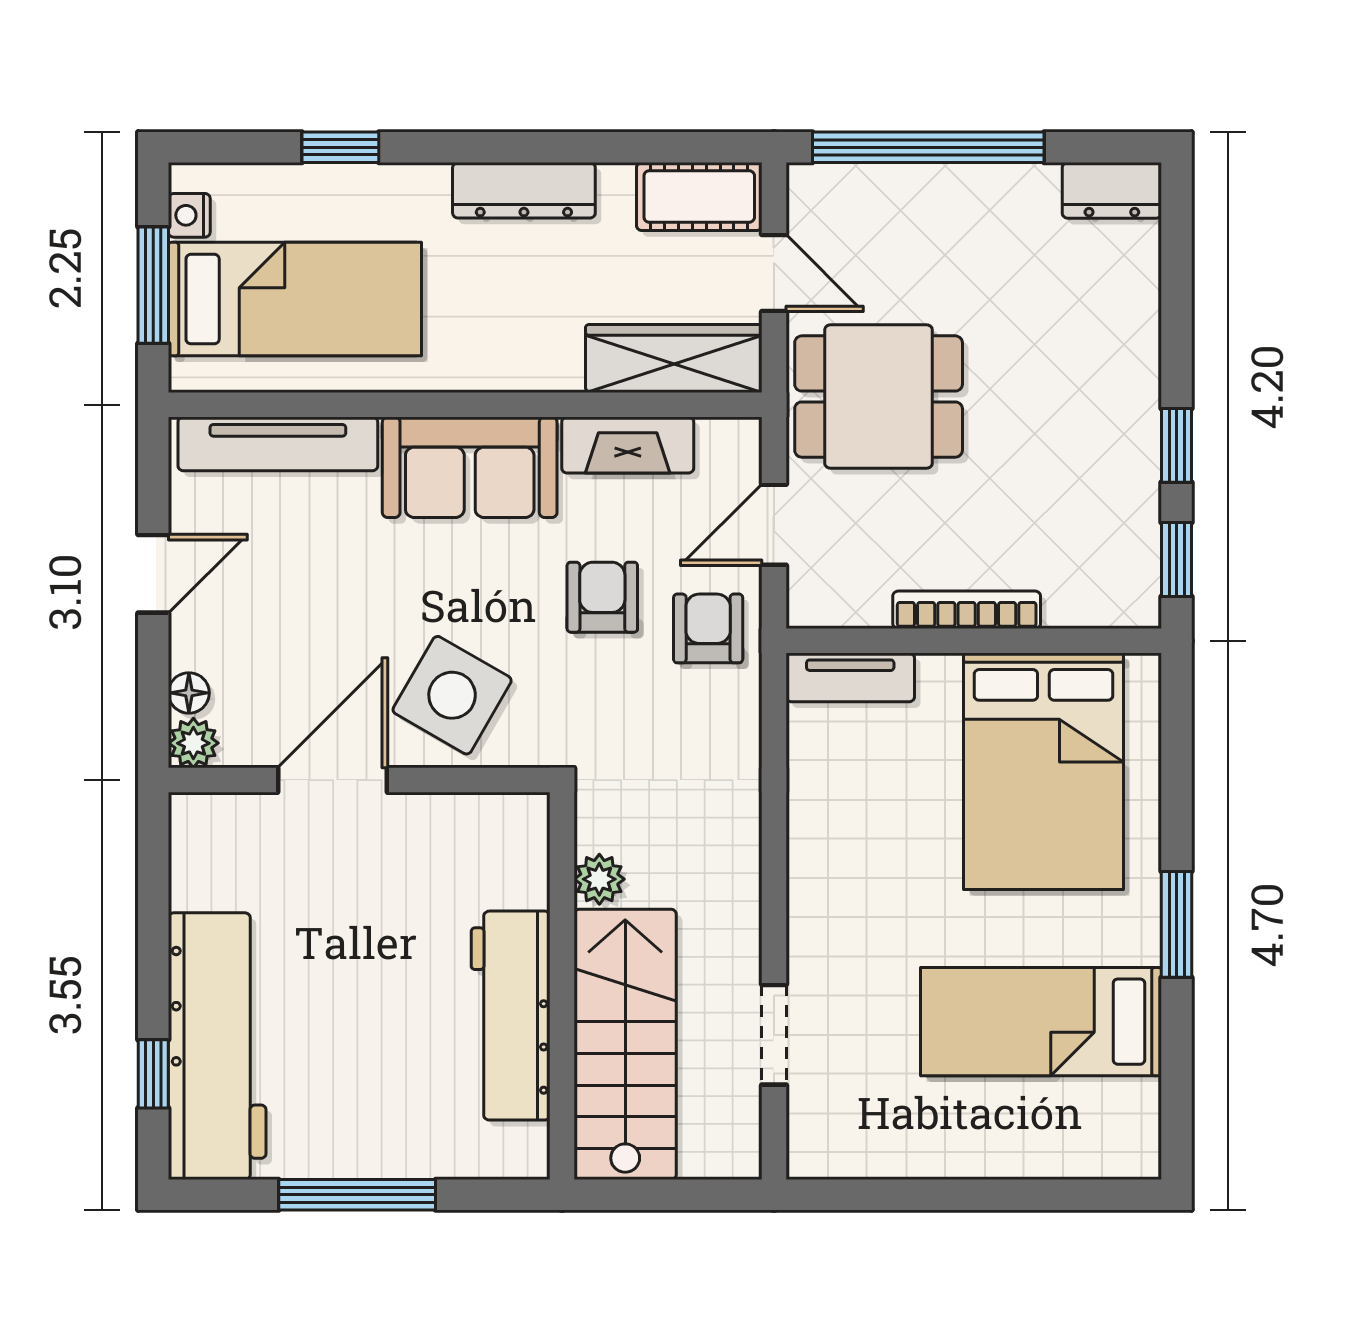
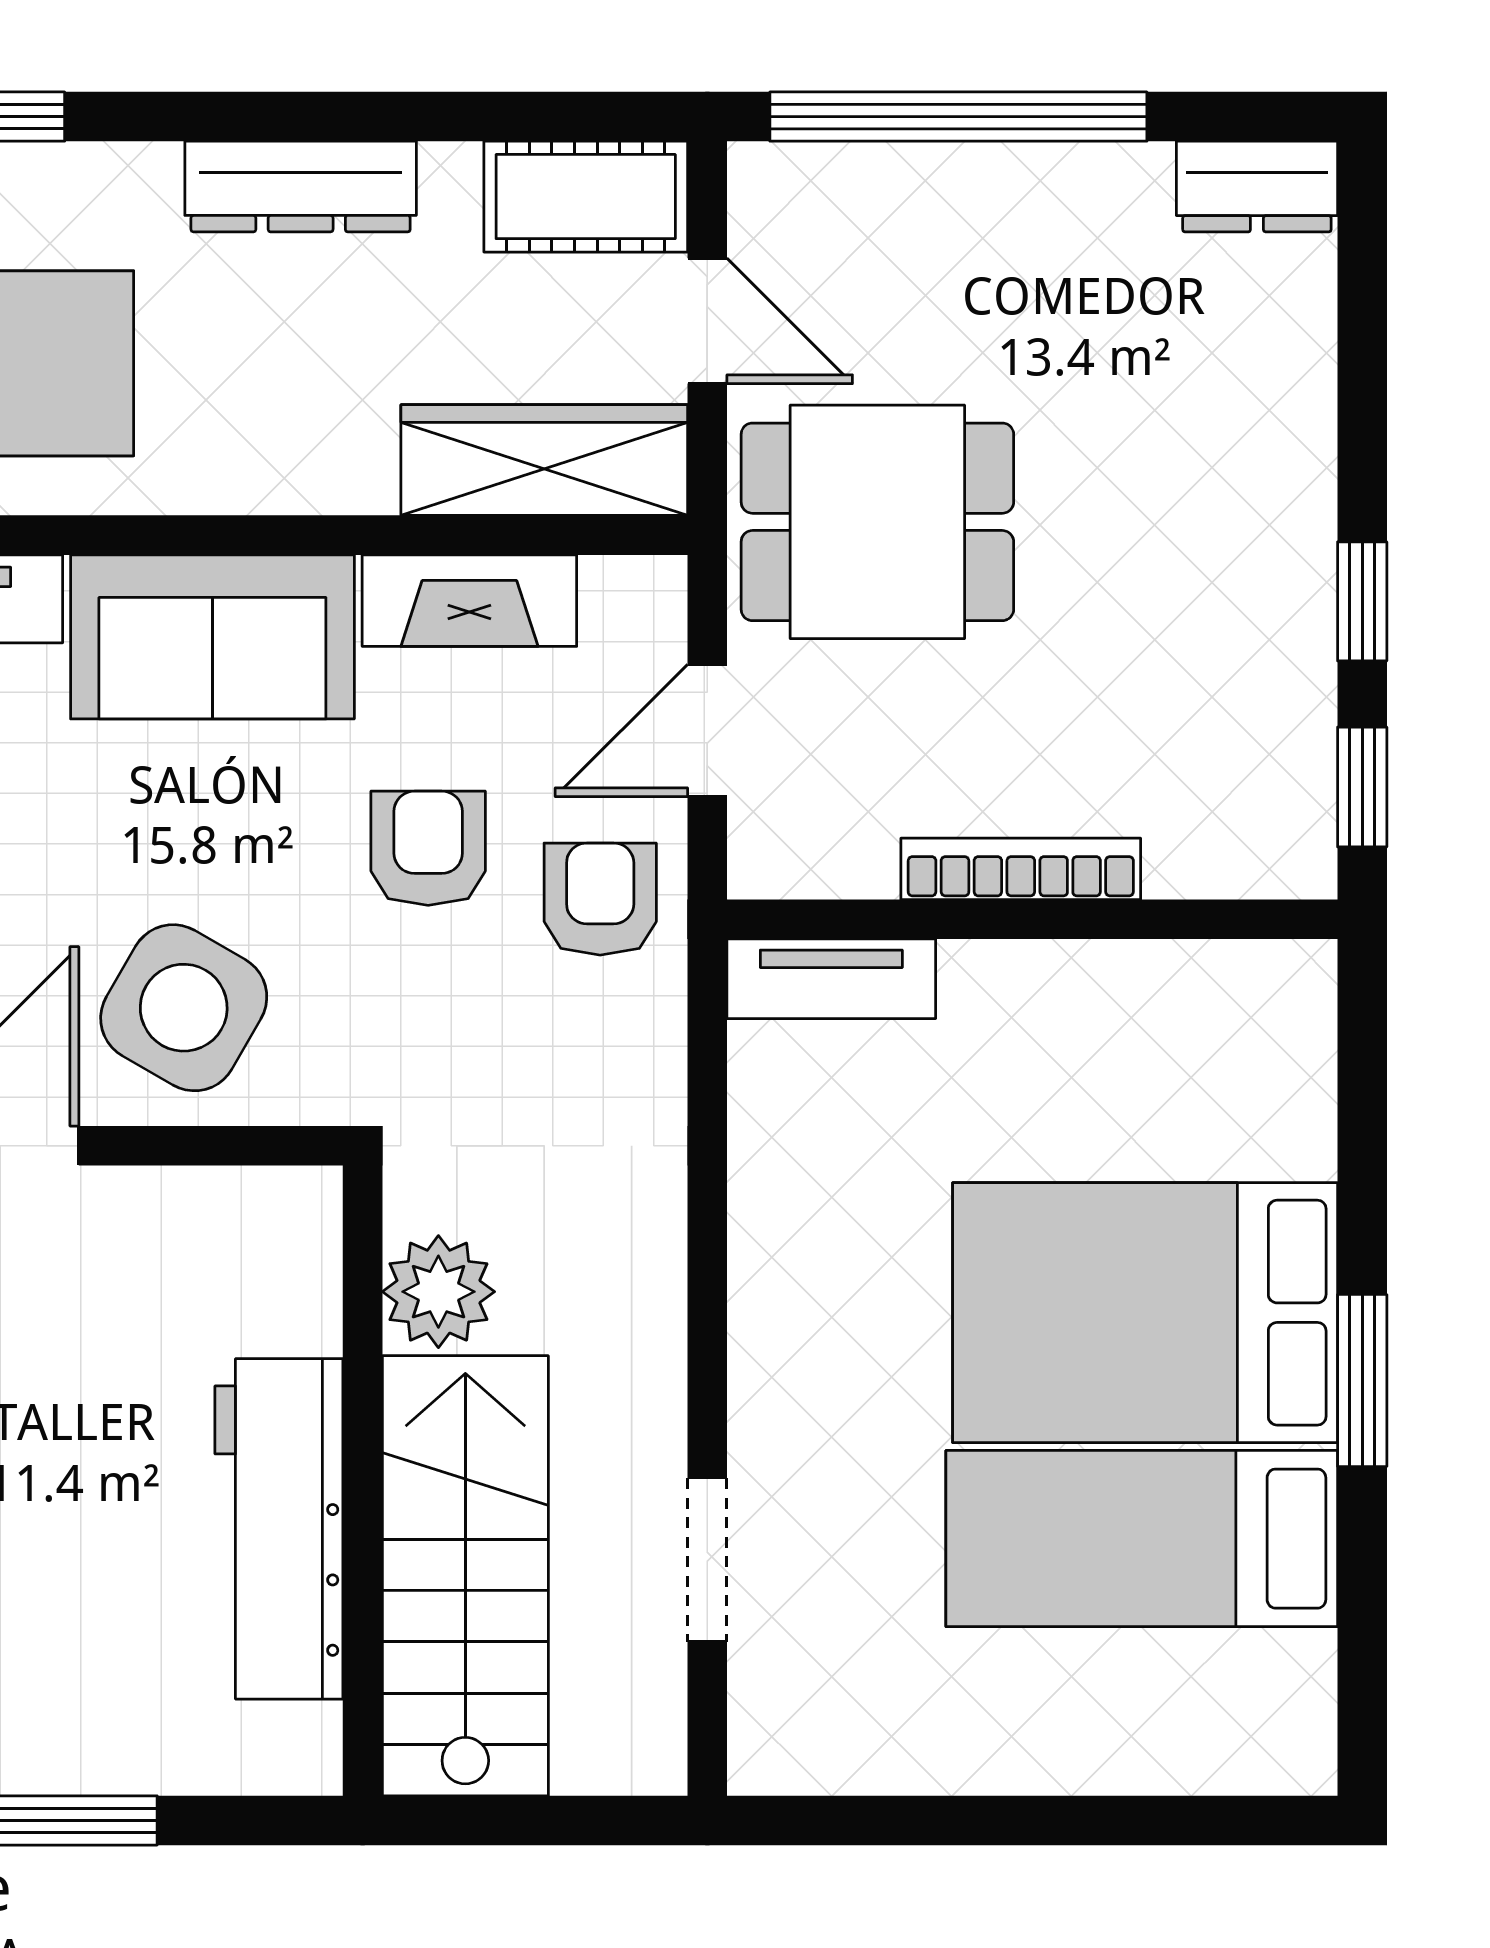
bed: (1043, 771) -> (1145, 1313), moved, turned 90
plant: (599, 879) -> (438, 1292), width x1.38, depth x1.38

